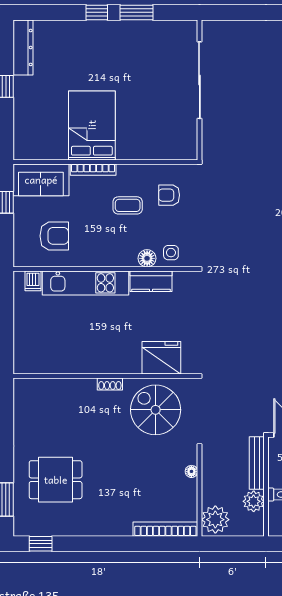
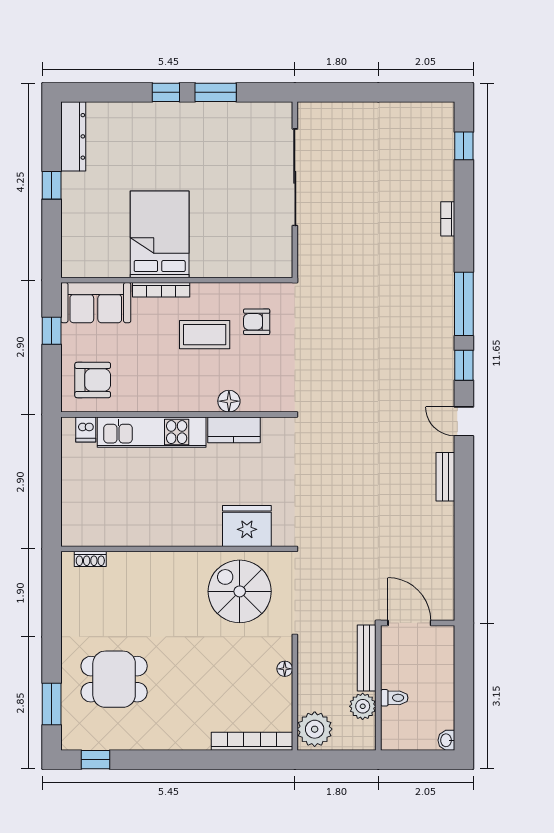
coffee table: (128, 205) -> (205, 335), width x1.36, depth x1.30
armchair: (54, 236) -> (93, 380), moved
side table: (171, 253) -> (259, 394), removed
shoe rack: (110, 384) -> (90, 559), moved

